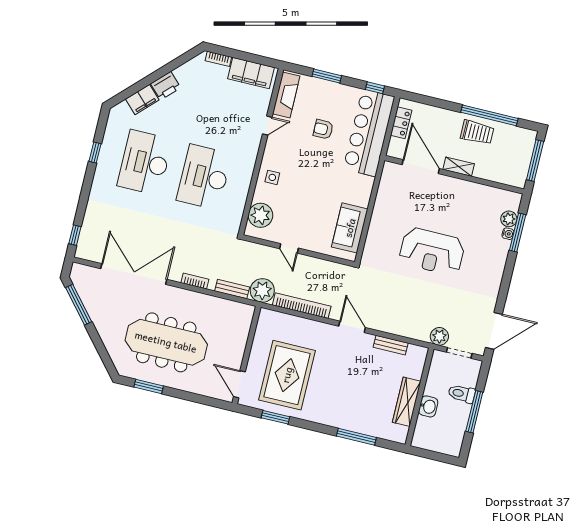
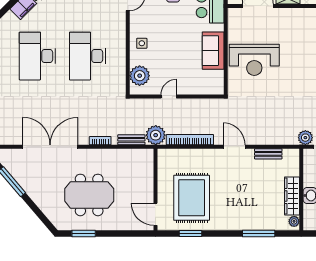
sofa: (350, 228) -> (213, 51), moved
door: (289, 248) -> (169, 97), swing flipped
reception desk: (432, 251) -> (254, 60), moved
meeting table: (166, 342) -> (89, 195), width x0.73
plant: (402, 433) -> (294, 221), added

